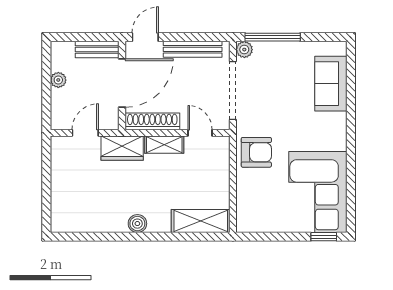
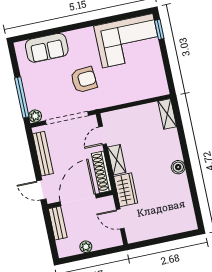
door: (122, 83) -> (78, 200), hinge flipped
armchair: (256, 152) -> (84, 80), moved, turned 86
shelving: (201, 221) -> (167, 114), width x0.67, depth x0.75

